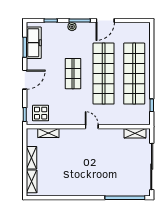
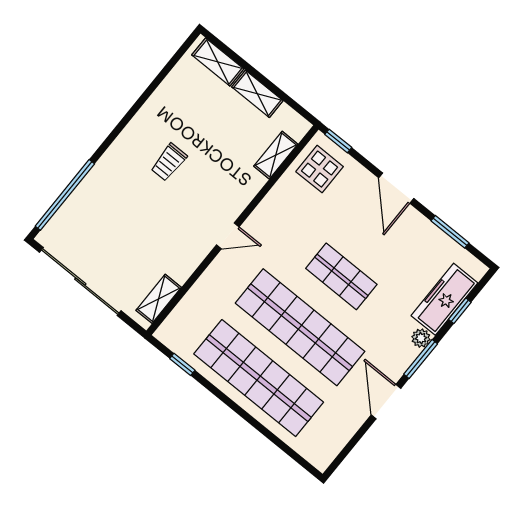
freezer: (34, 43) -> (444, 299), moved, turned 90
trolley: (82, 170) -> (169, 162), added

